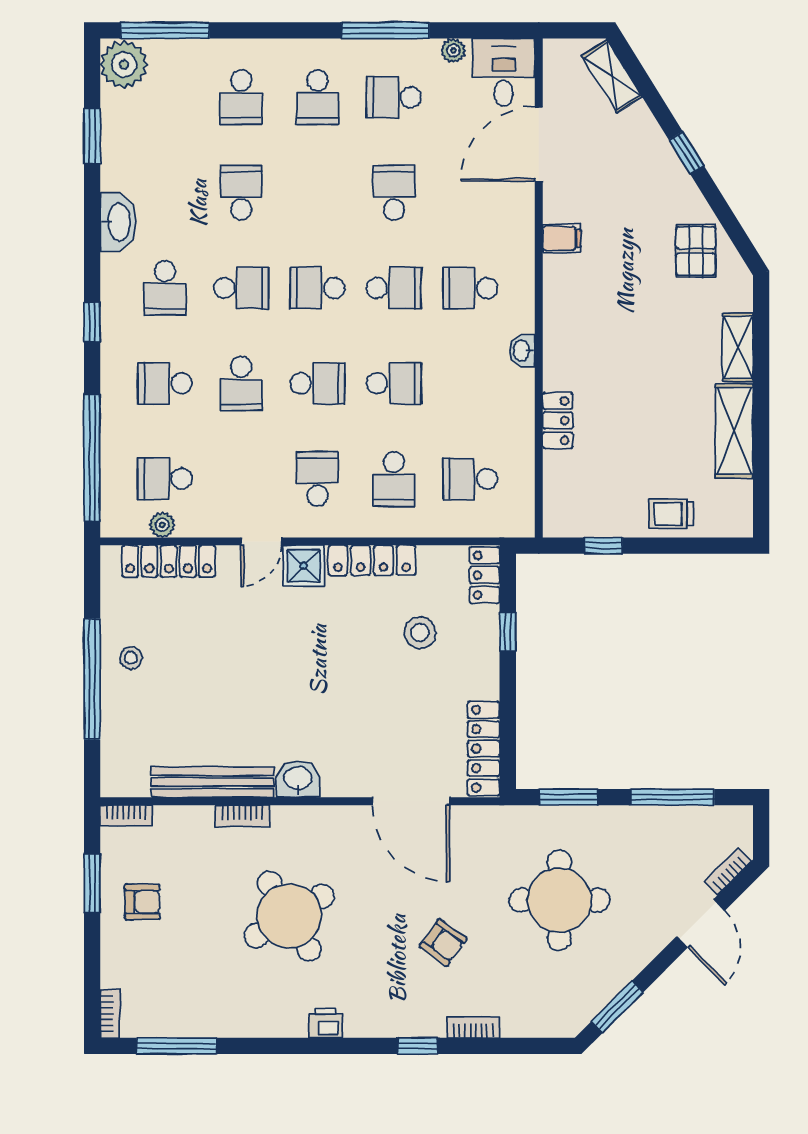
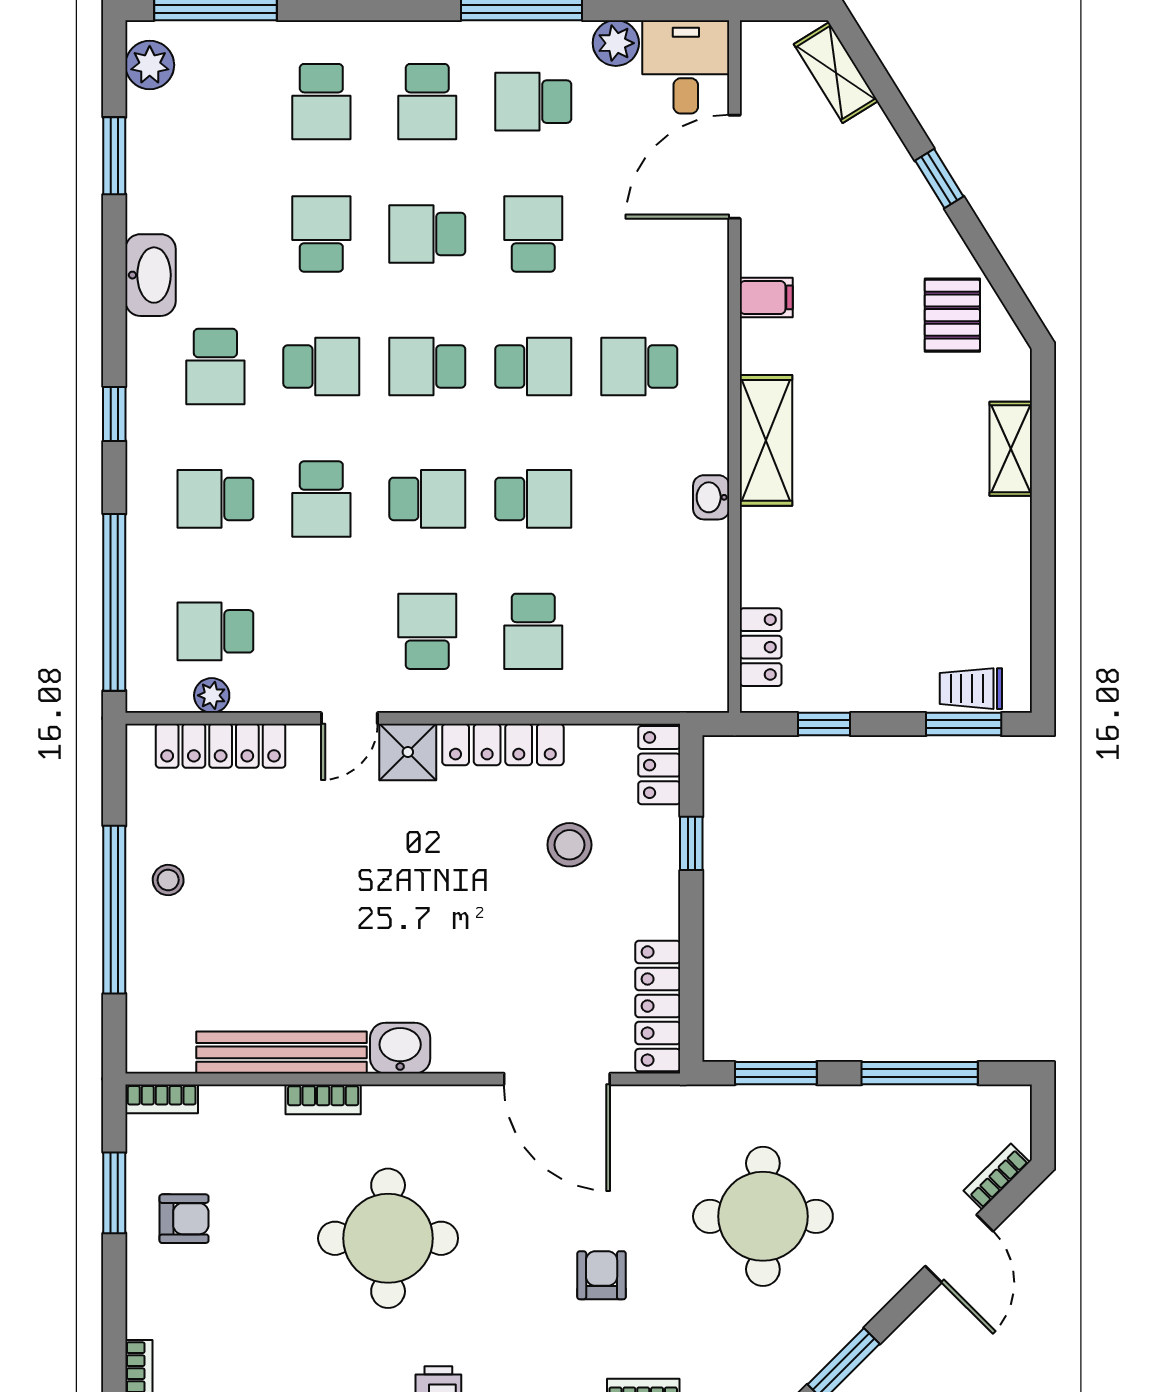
plant: (453, 51) -> (616, 43), width x1.38, depth x1.38
plant: (124, 64) -> (150, 65), width x0.73, depth x0.73
washbasin: (522, 351) -> (711, 497), moved
locker: (558, 421) -> (761, 647), moved
shelving: (734, 431) -> (766, 440), moved
school desk: (470, 479) -> (427, 234), moved
trolley: (671, 514) -> (971, 689), moved
window: (704, 546) -> (964, 724), added
round table: (289, 916) -> (388, 1238), turned 31
armchair: (443, 943) -> (602, 1275), turned -126

